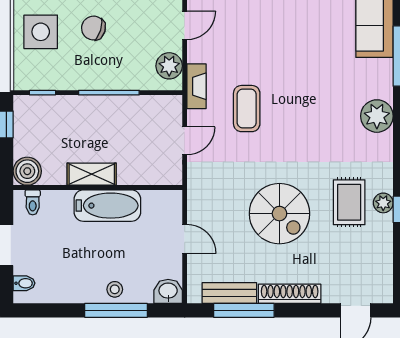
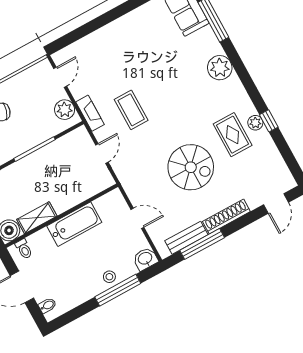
shelving: (92, 174) -> (37, 218), moved

